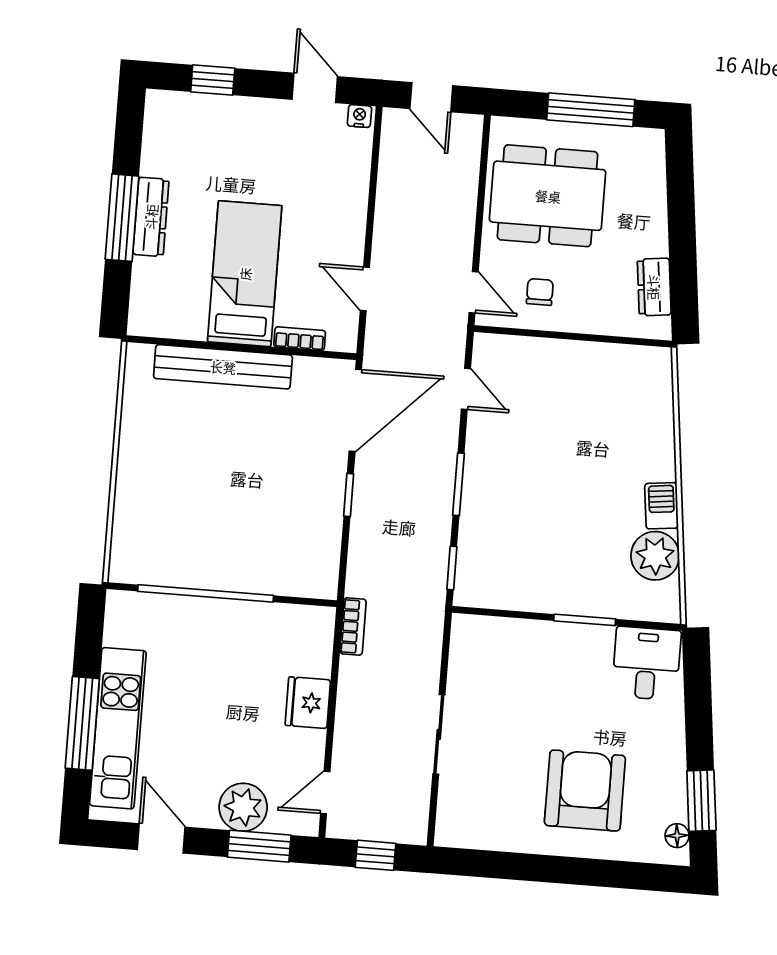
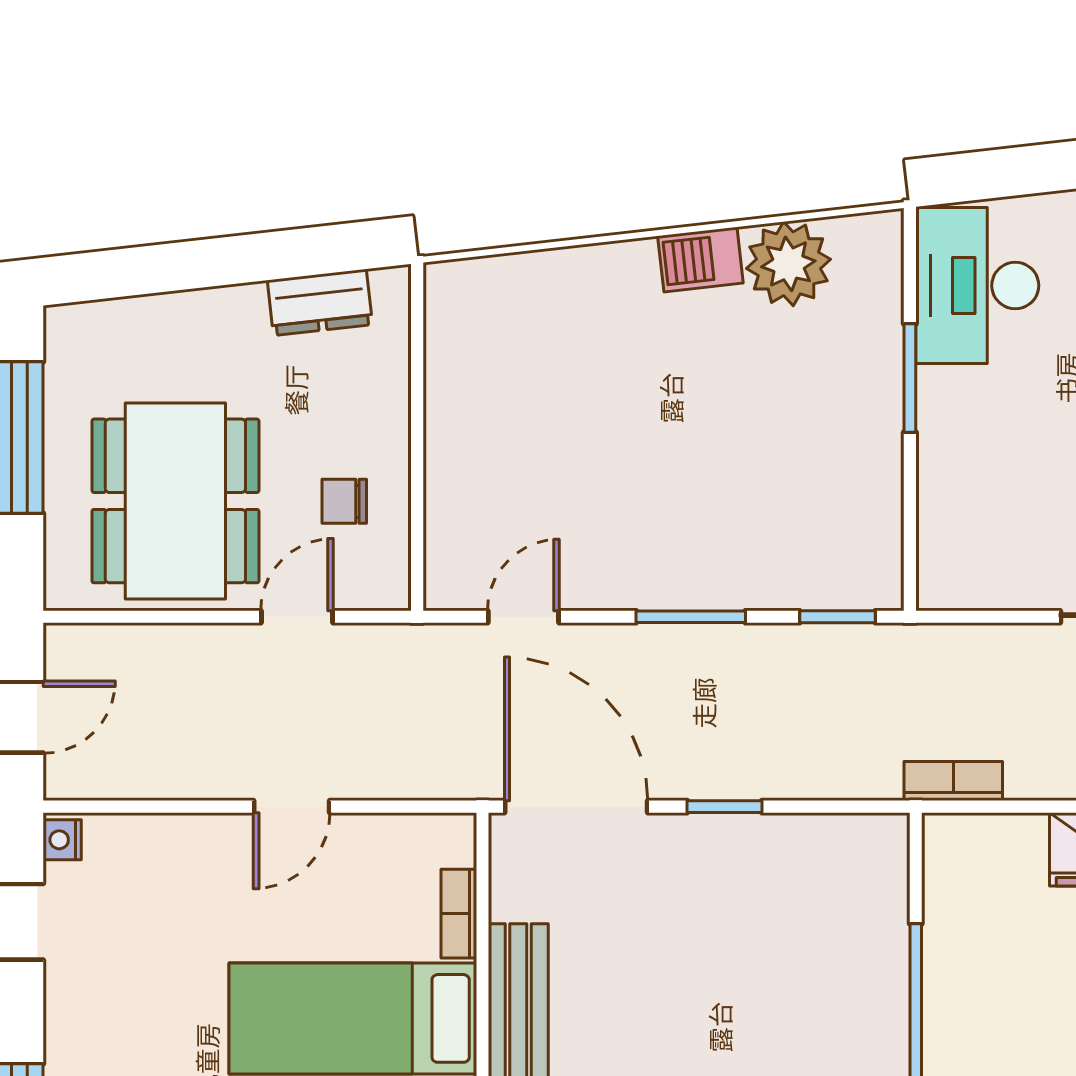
door: (365, 289) -> (292, 807), moved
door: (474, 292) -> (297, 617), moved
desk: (646, 663) -> (977, 286), width x1.37

